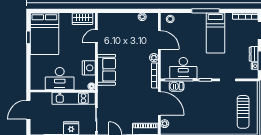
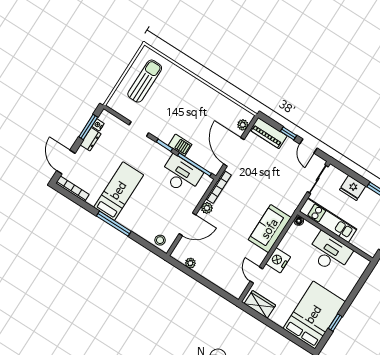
door: (96, 36) -> (256, 275), swing flipped
door: (159, 40) -> (188, 224), swing flipped
nightstand: (89, 68) -> (278, 260), moved
barbecue: (177, 86) -> (180, 145), moved

